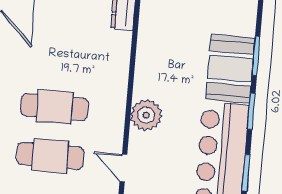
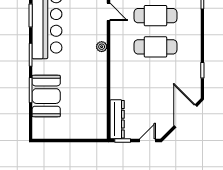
booth: (230, 69) -> (46, 96), moved
plant: (146, 115) -> (102, 47), width x0.53, depth x0.53

